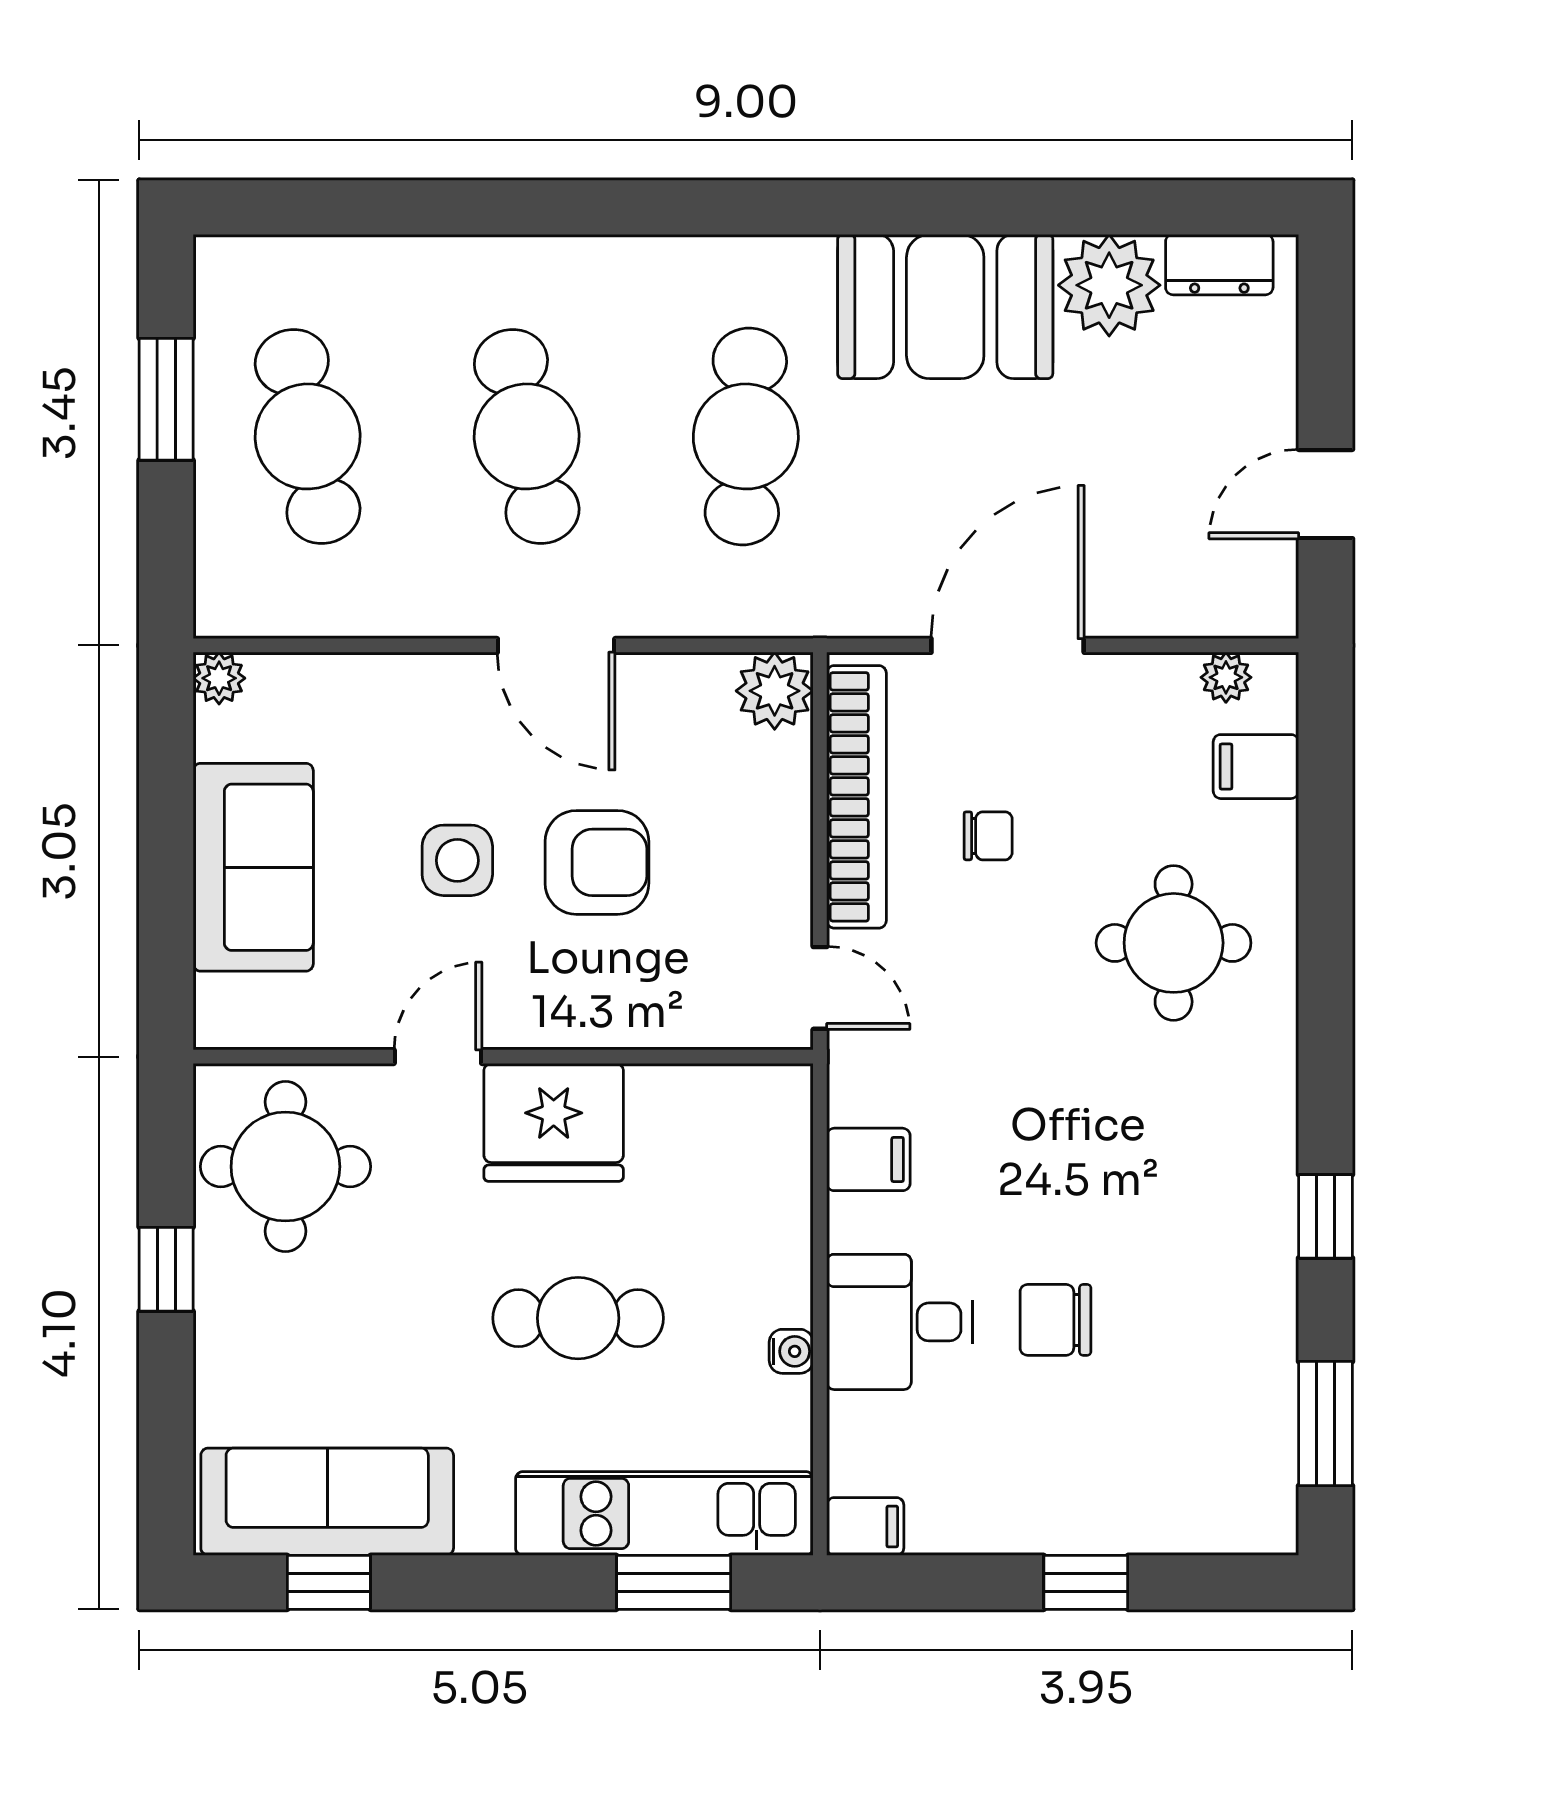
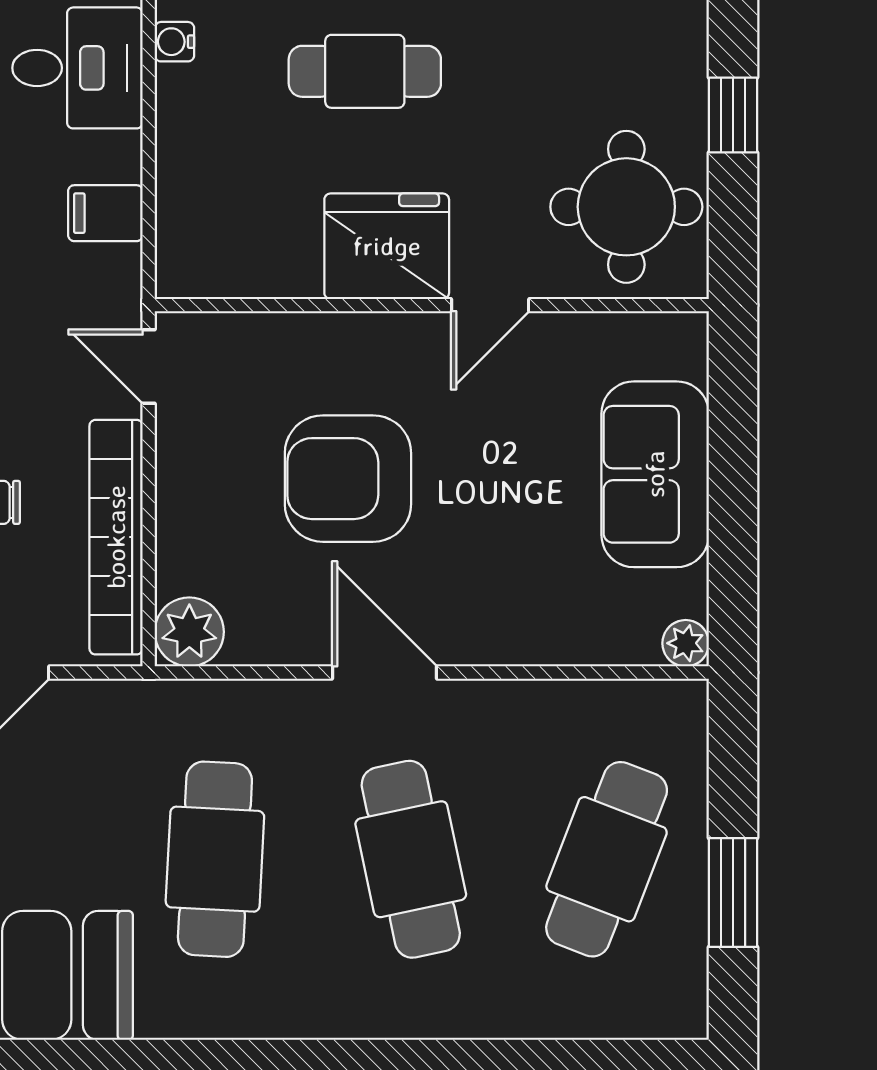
cafe table: (308, 436) -> (607, 859), turned 33
side table: (457, 860) -> (473, 480), removed
armchair: (597, 862) -> (348, 479), width x1.36, depth x1.36

